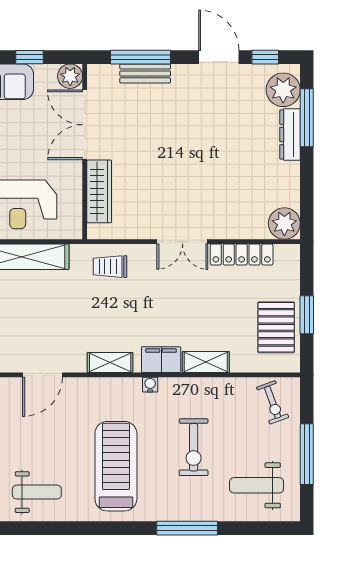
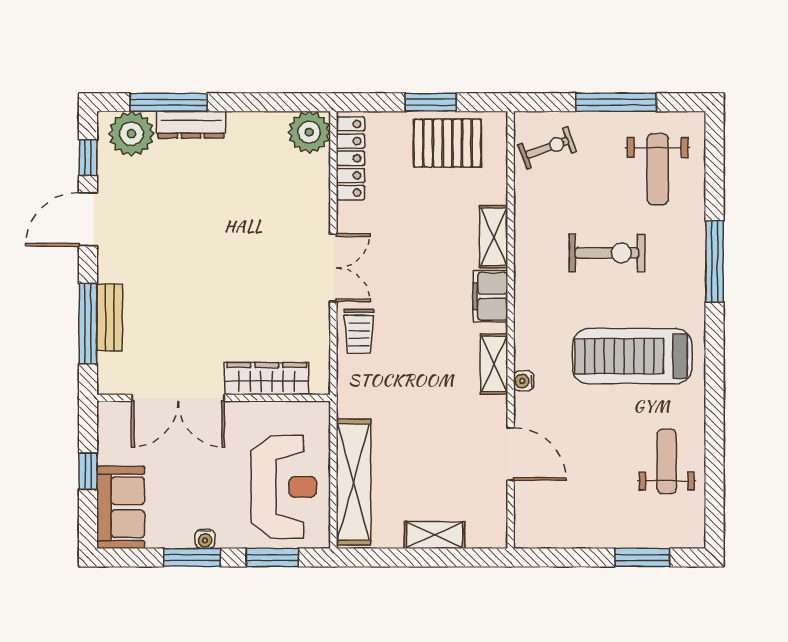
plant: (70, 76) -> (113, 417), removed
locker: (242, 254) -> (350, 158), moved
trolley: (110, 267) -> (359, 331), moved
water cooler: (150, 385) -> (524, 381), moved

